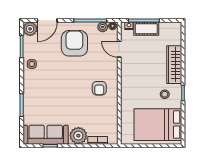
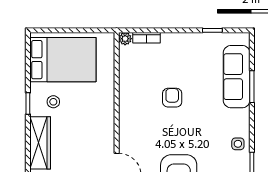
armchair: (99, 88) -> (172, 98), moved
sofa: (46, 135) -> (237, 77), moved, turned 90
plant: (78, 136) -> (125, 39), moved, width x0.53, depth x0.53

